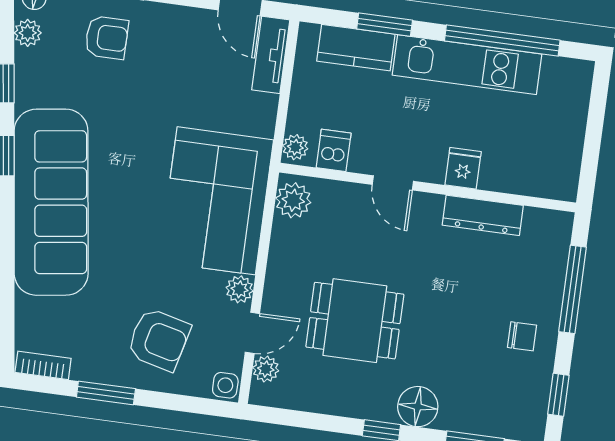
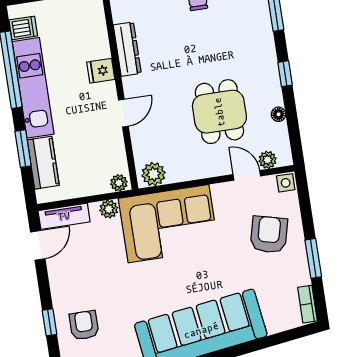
dishwasher: (334, 150) -> (23, 28), moved, turned 180
plant: (240, 289) -> (109, 209), moved
floor lamp: (418, 407) -> (278, 114), moved, width x0.53, depth x0.53

